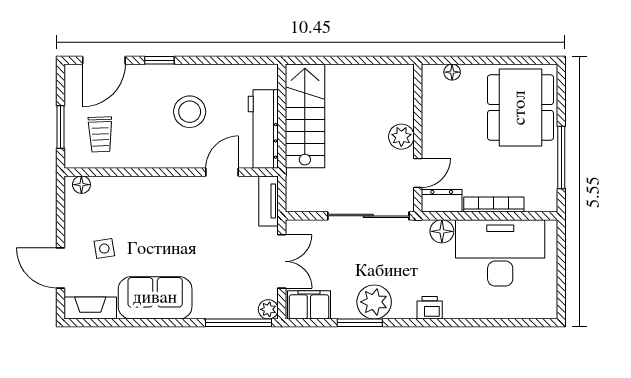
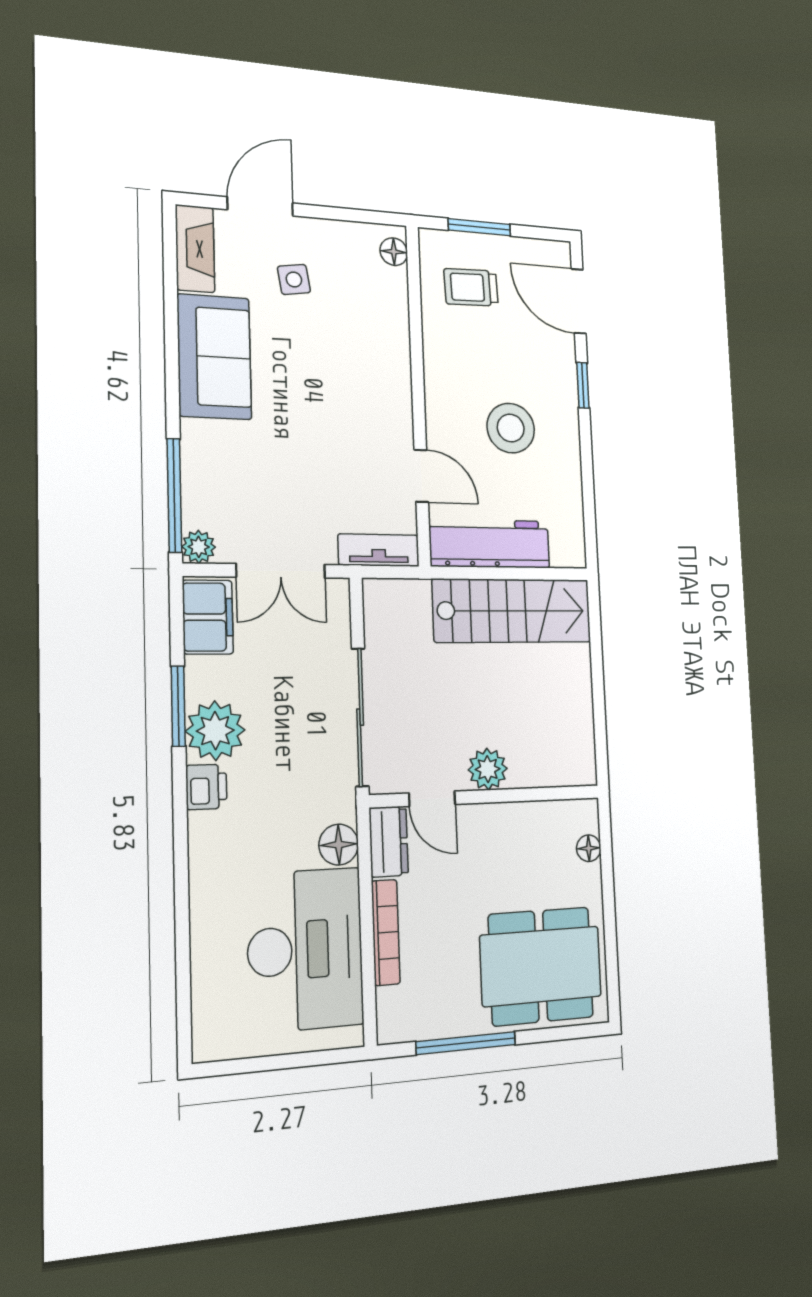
printer: (430, 308) -> (206, 787), moved

